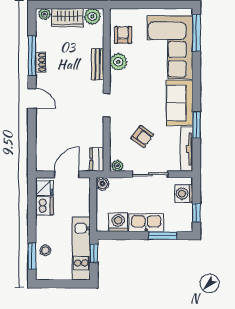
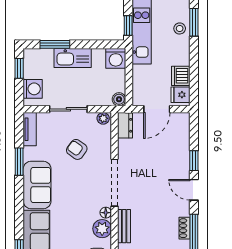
floor lamp: (115, 77) -> (106, 213), added
doorway: (107, 105) -> (115, 183), width x1.88
window: (32, 126) -> (194, 161), added
tv unit: (187, 149) -> (30, 129), width x0.71
washing machine: (118, 222) -> (116, 58), moved

